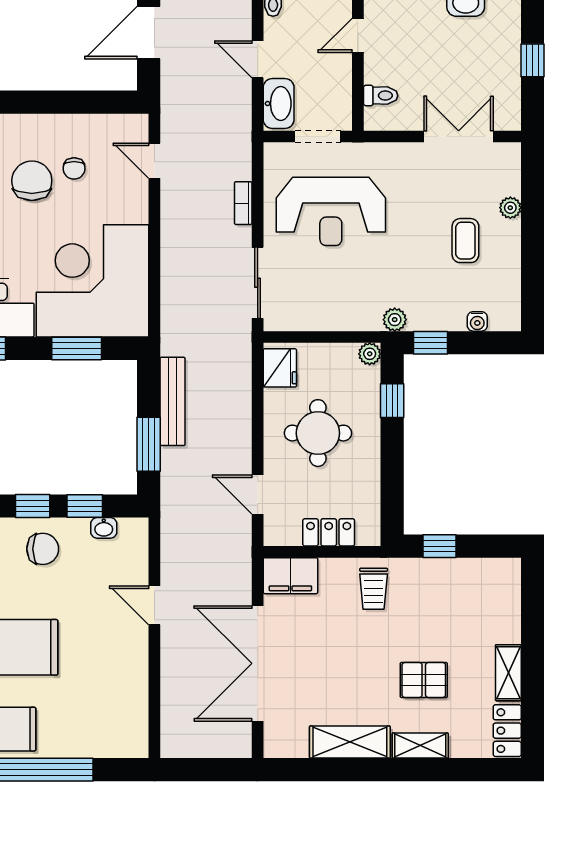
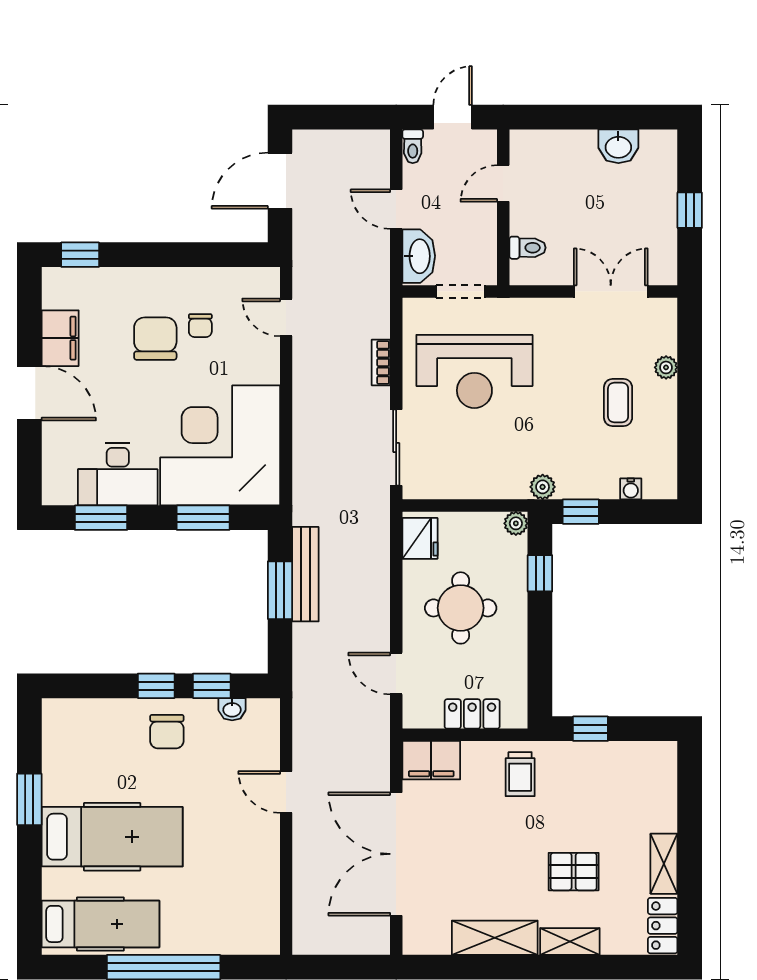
window: (149, 444) -> (280, 590), moved
chair: (43, 549) -> (167, 732), turned 90

